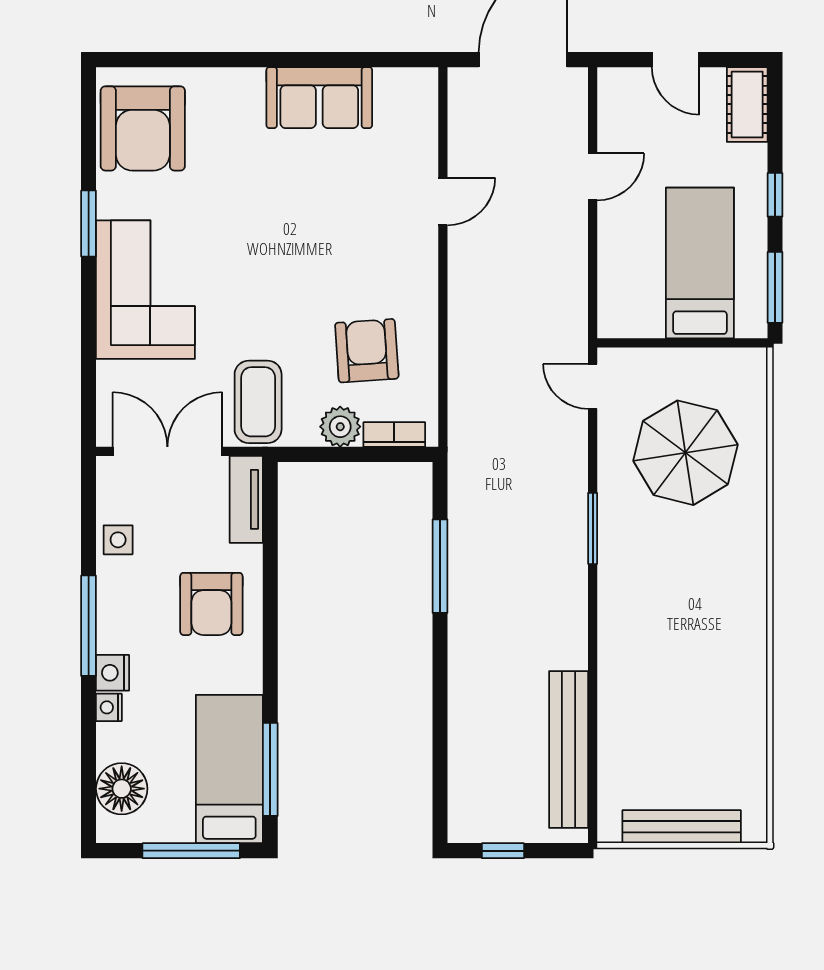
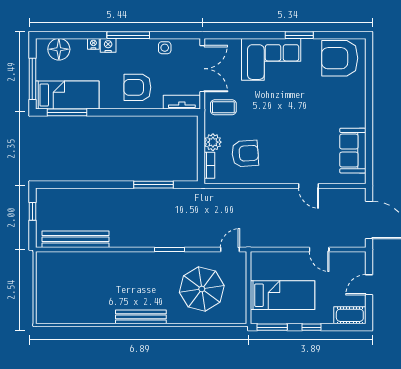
sofa: (319, 98) -> (353, 151), moved
coffee table: (258, 402) -> (223, 107), width x0.73, depth x0.77
bench: (682, 827) -> (141, 317), moved, turned 90

